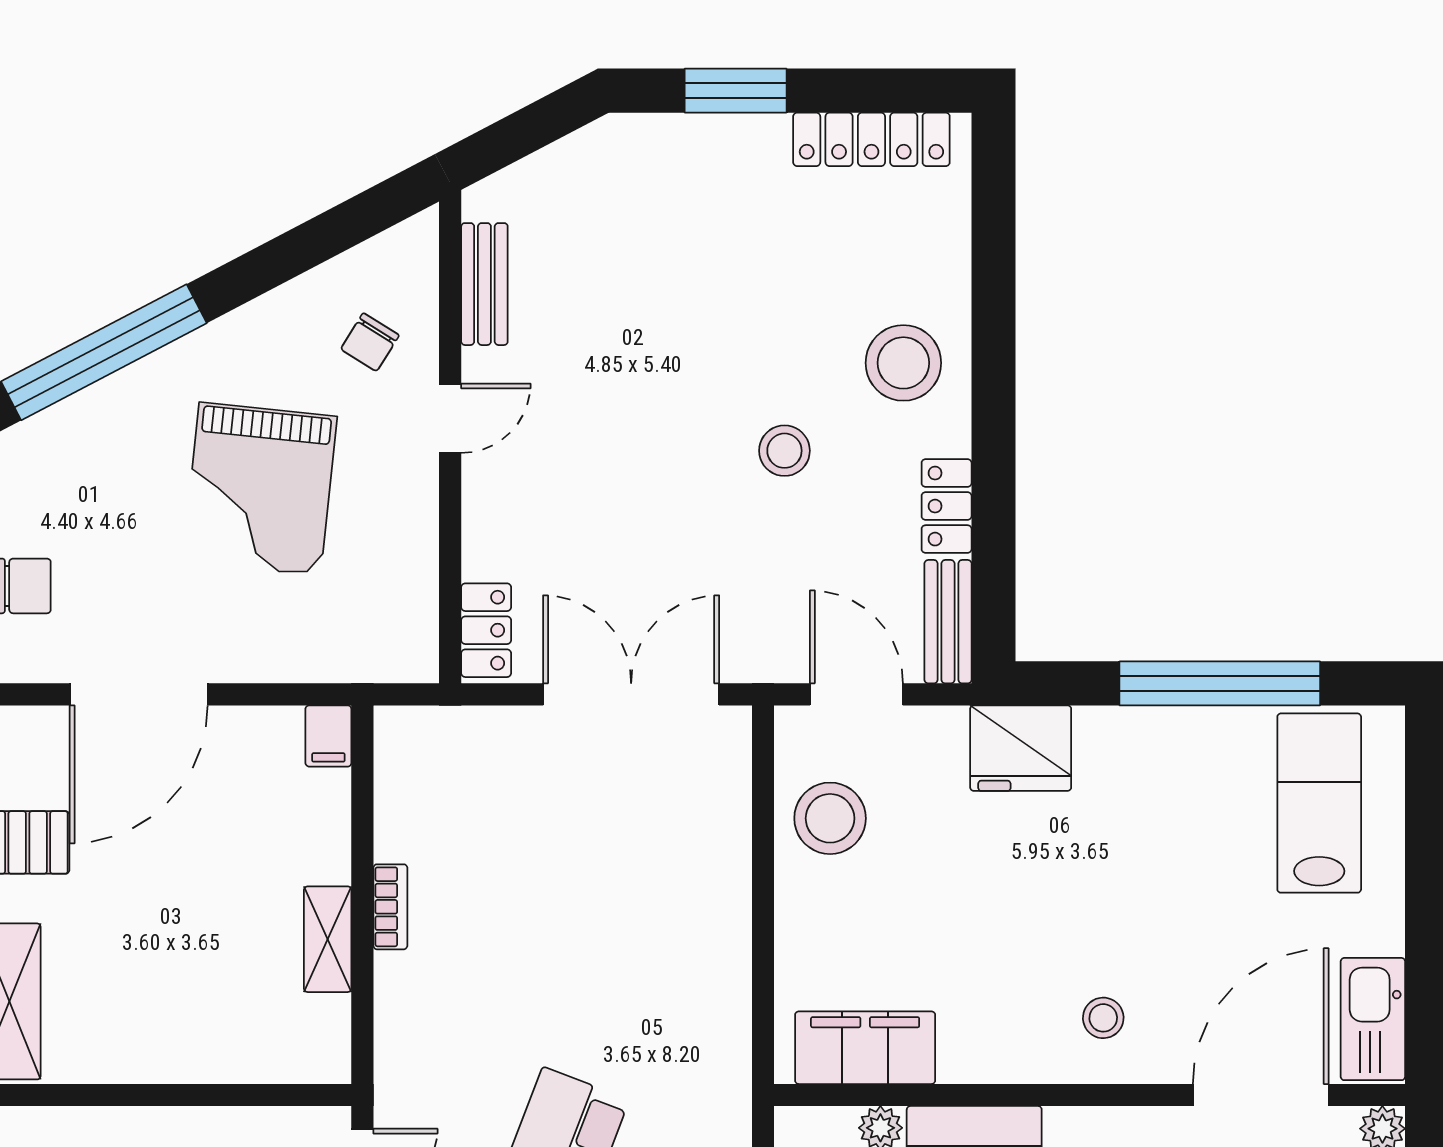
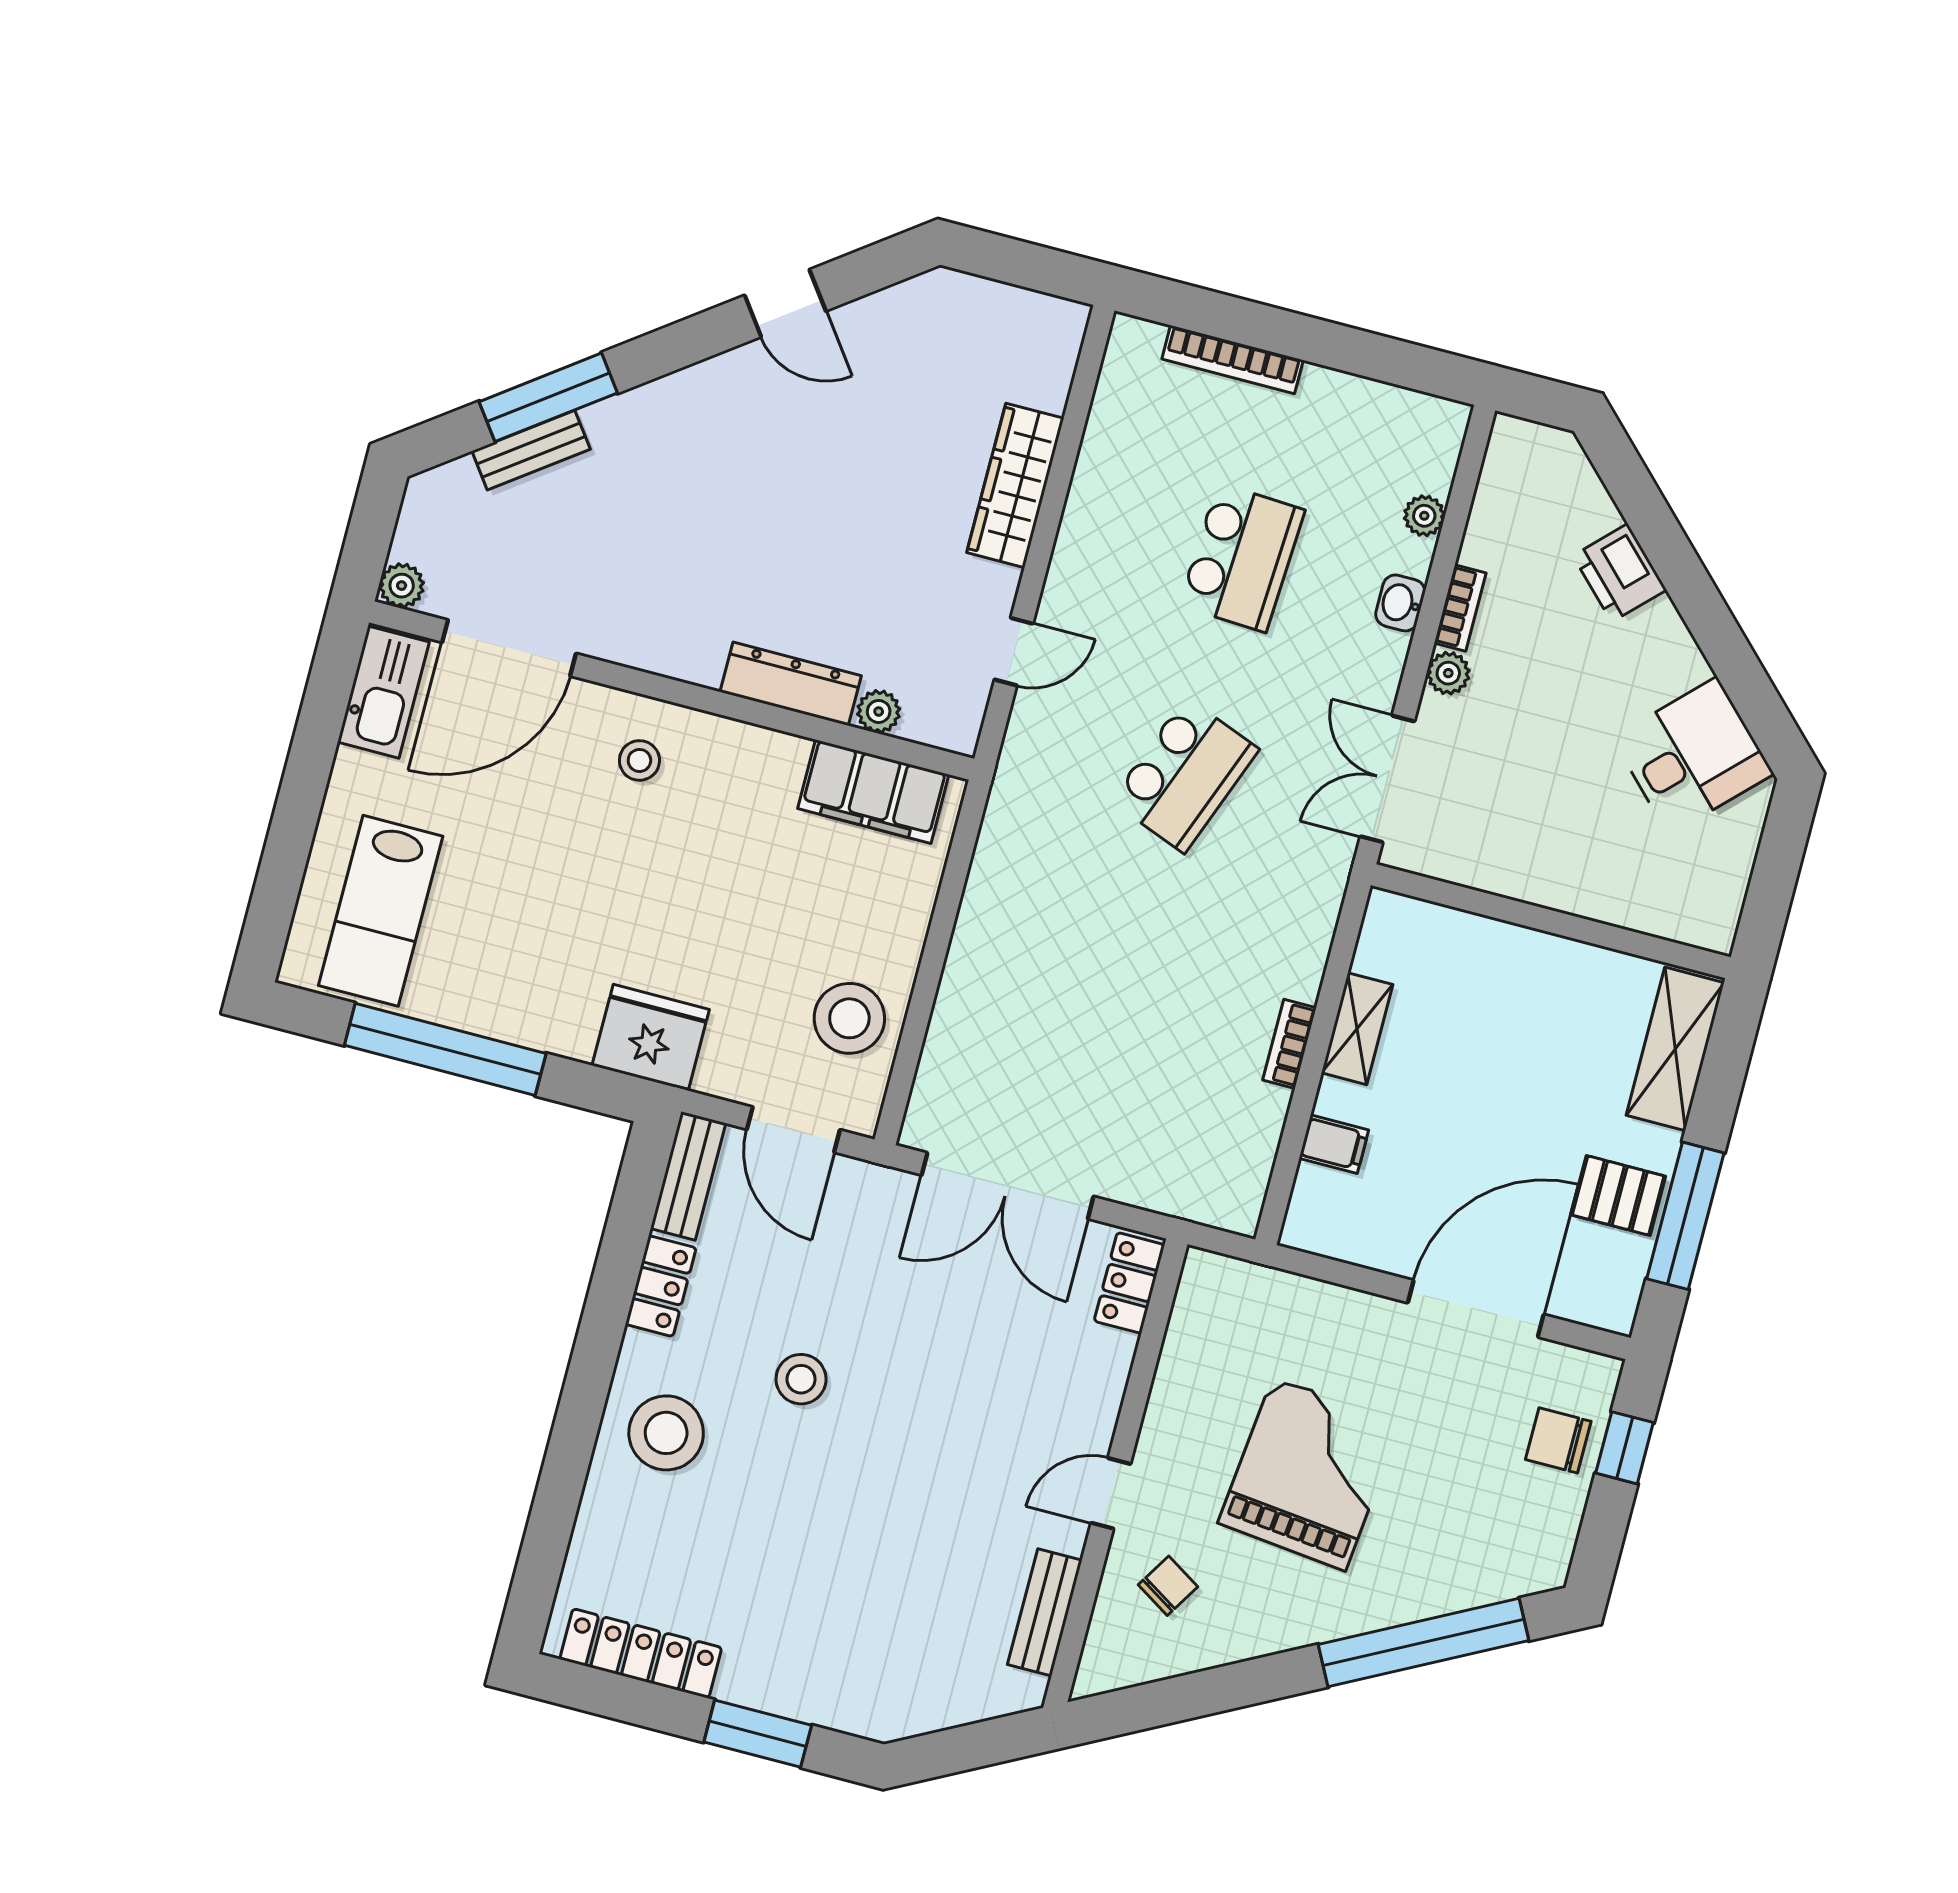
filing cabinet: (328, 736) -> (1334, 1144), moved, turned 90

